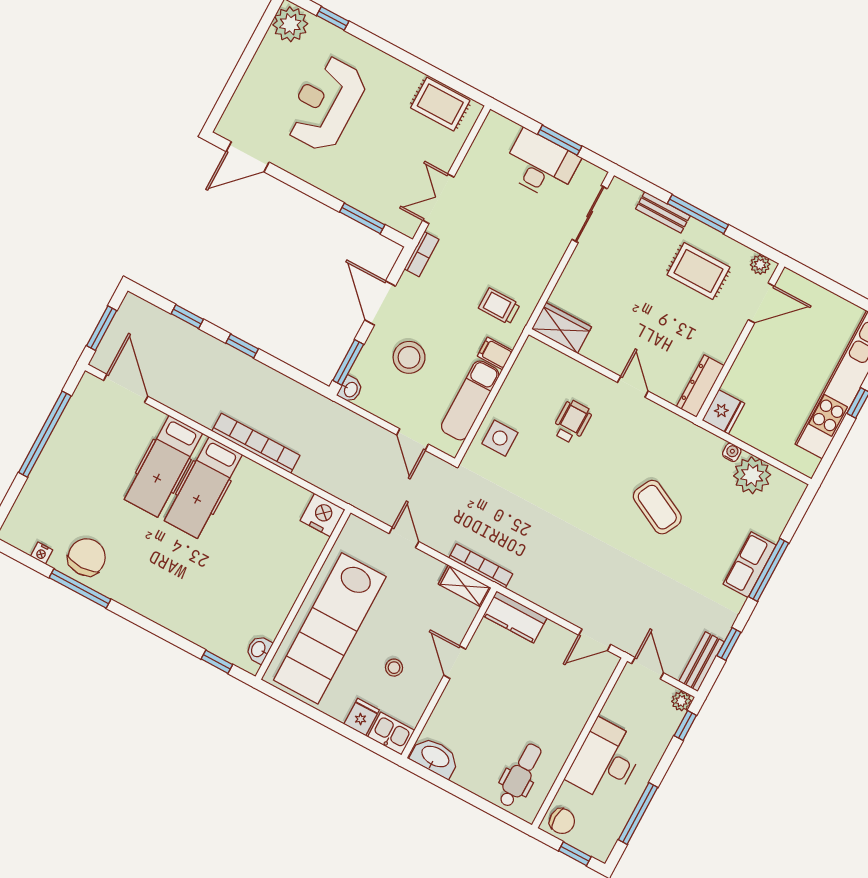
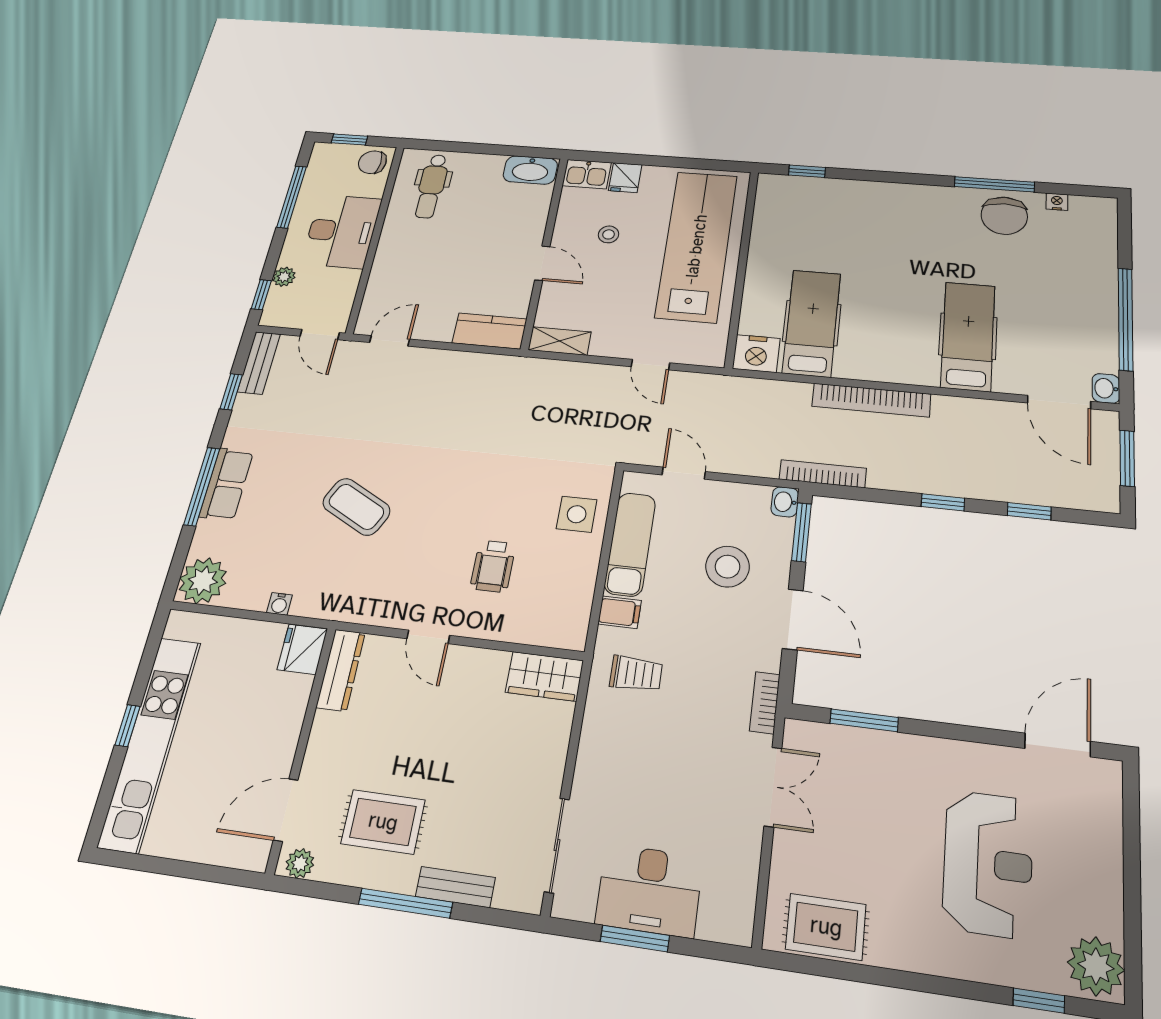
plant: (752, 475) -> (203, 581), moved
hospital bed: (203, 488) -> (812, 323), moved
bookcase: (481, 566) -> (823, 474), moved, turned 180
washbasin: (259, 649) -> (1106, 388), moved, turned 180
plant: (681, 701) -> (284, 277), moved

